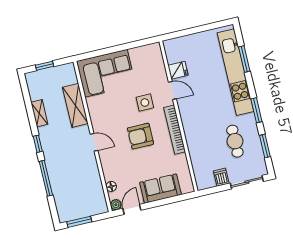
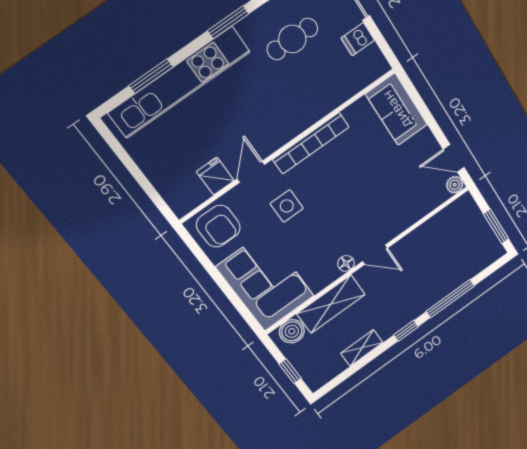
boiler: (69, 76) -> (292, 331), added
armchair: (140, 136) -> (218, 226), moved
door: (94, 142) -> (375, 255), swing flipped
floor lamp: (111, 186) -> (346, 263), moved
sofa: (160, 189) -> (397, 109), moved

